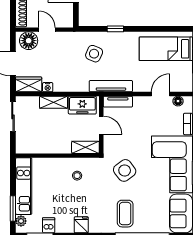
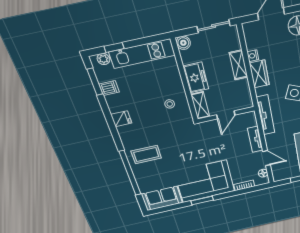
wardrobe: (29, 84) -> (259, 74), moved
tv unit: (118, 102) -> (255, 139), moved
freezer: (82, 105) -> (196, 78), moved, turned 180
boiler: (22, 147) -> (183, 43), added
side table: (125, 170) -> (187, 145), removed
window: (13, 208) -> (114, 47), width x0.67

